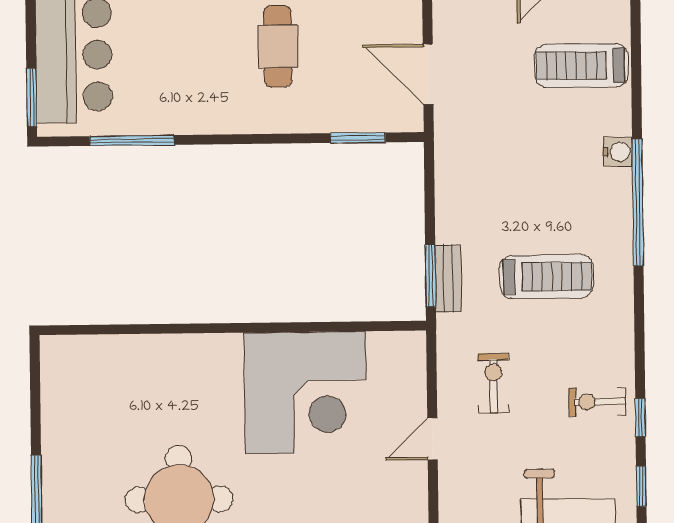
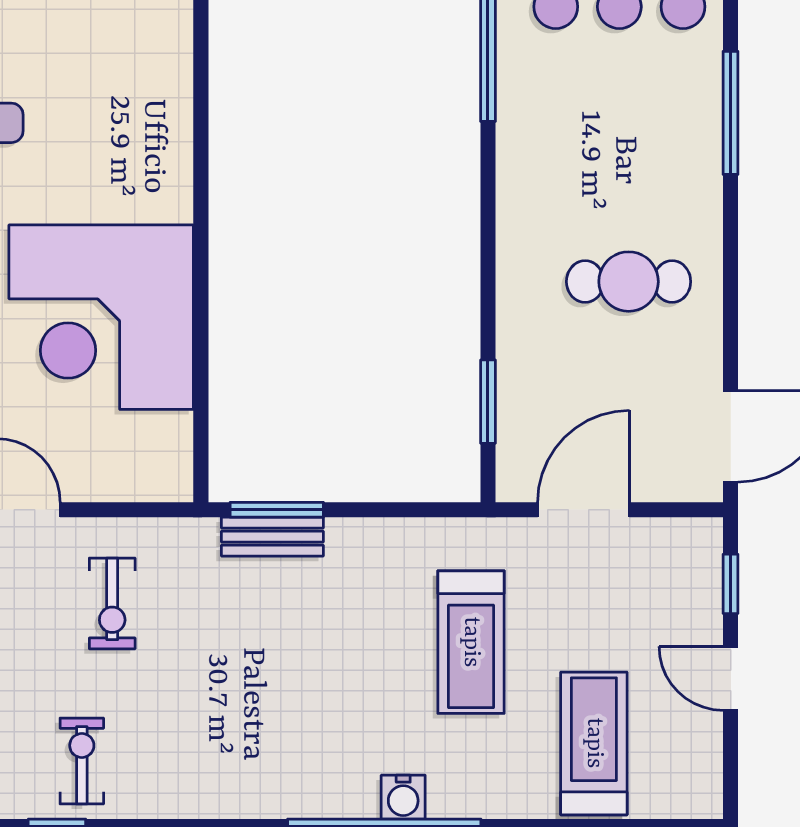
water cooler: (618, 152) -> (403, 797), moved
treadmill: (547, 277) -> (471, 642), moved
exercise bike: (493, 383) -> (112, 603), turned 90

